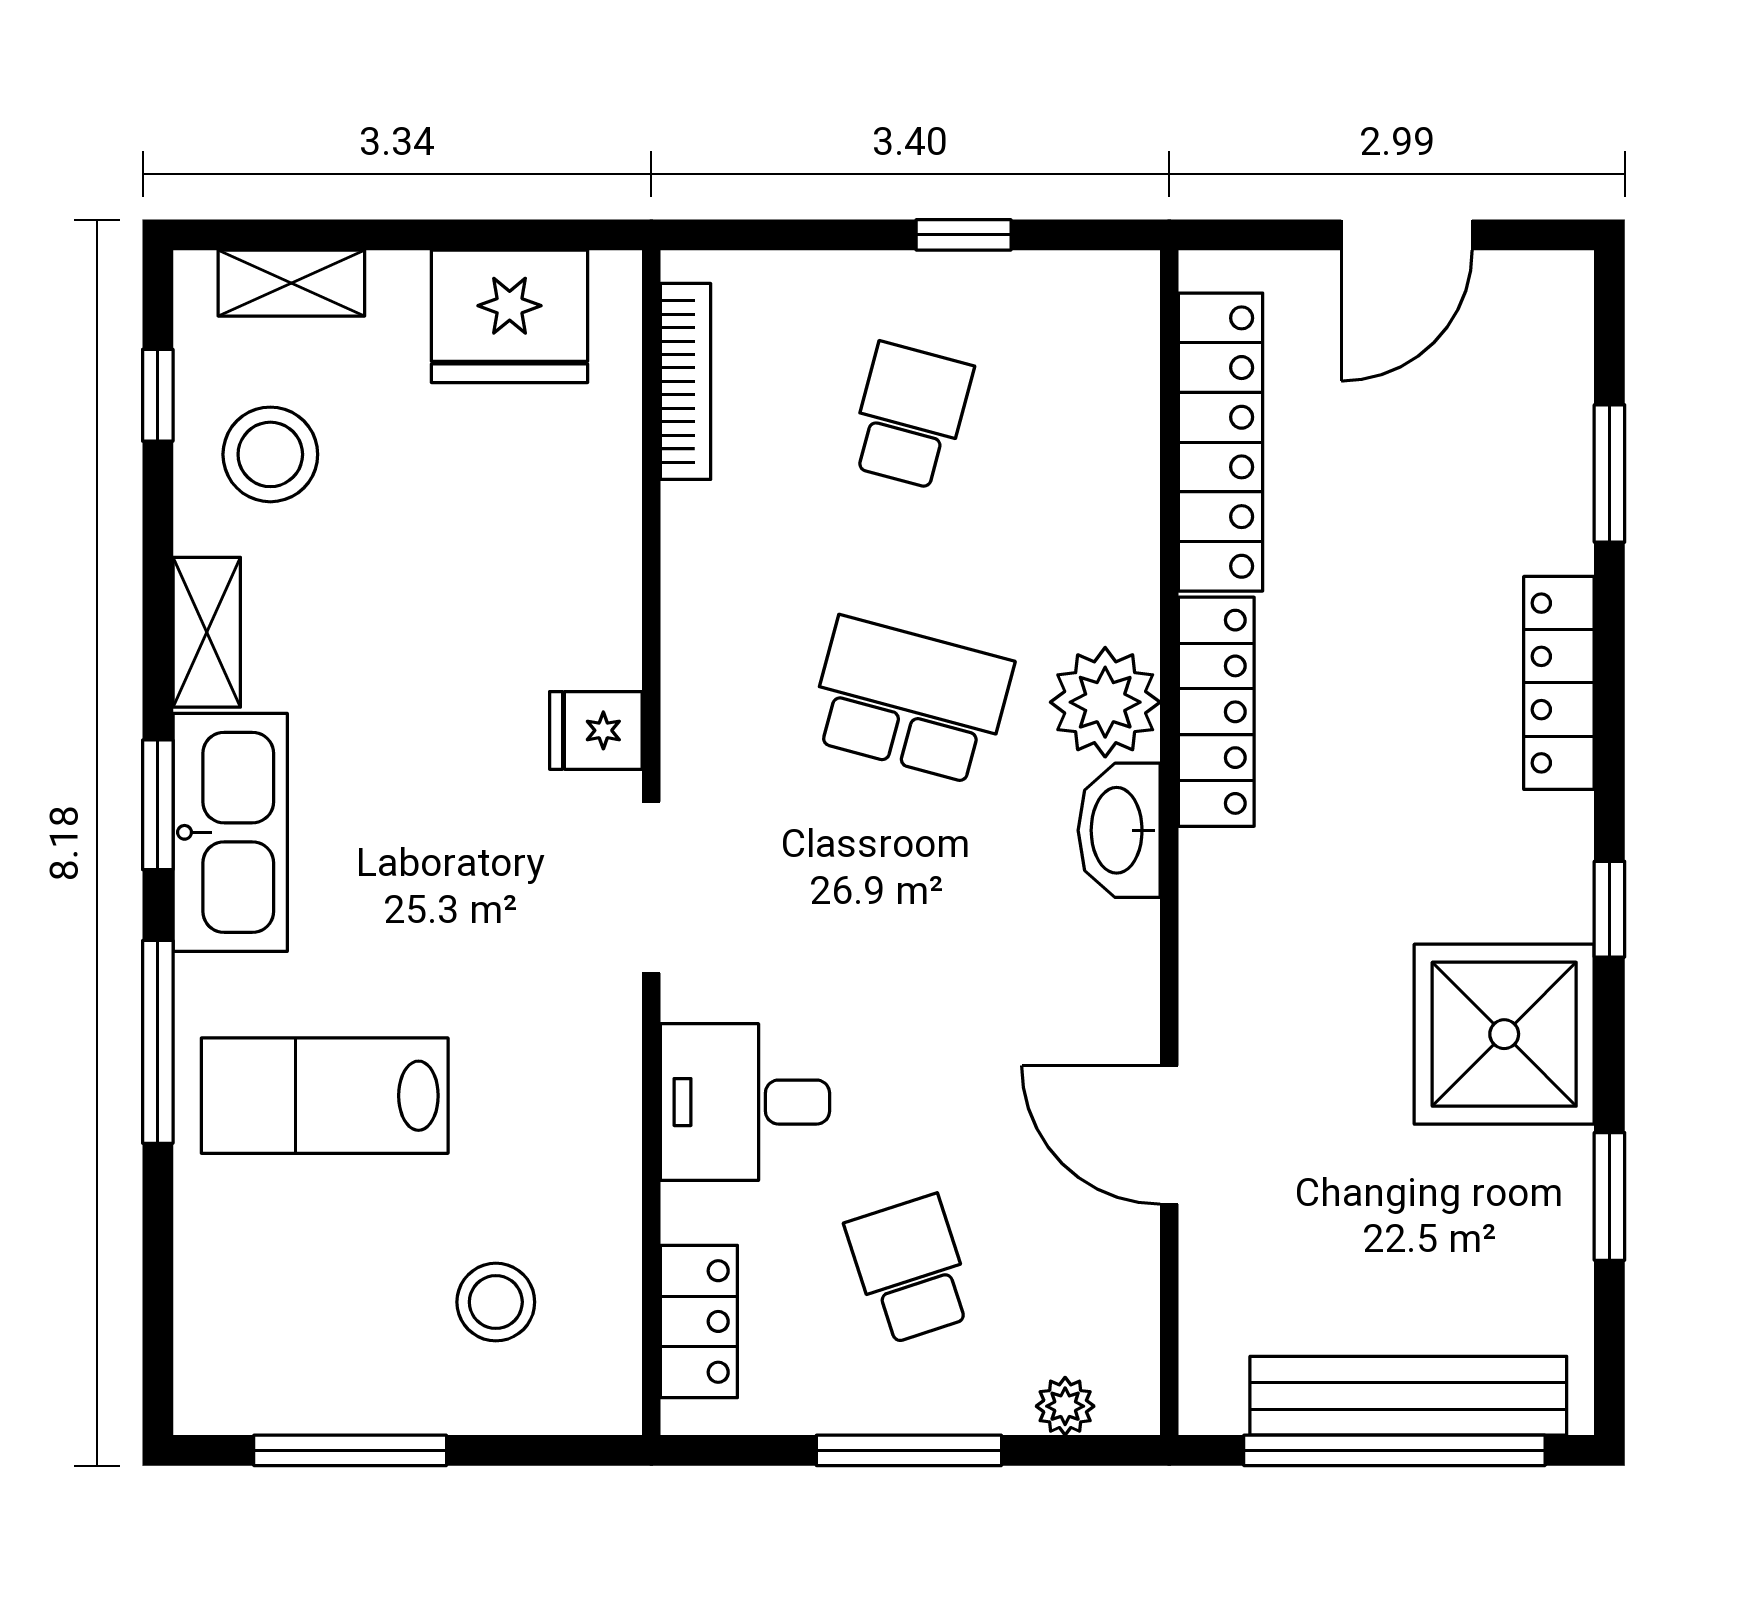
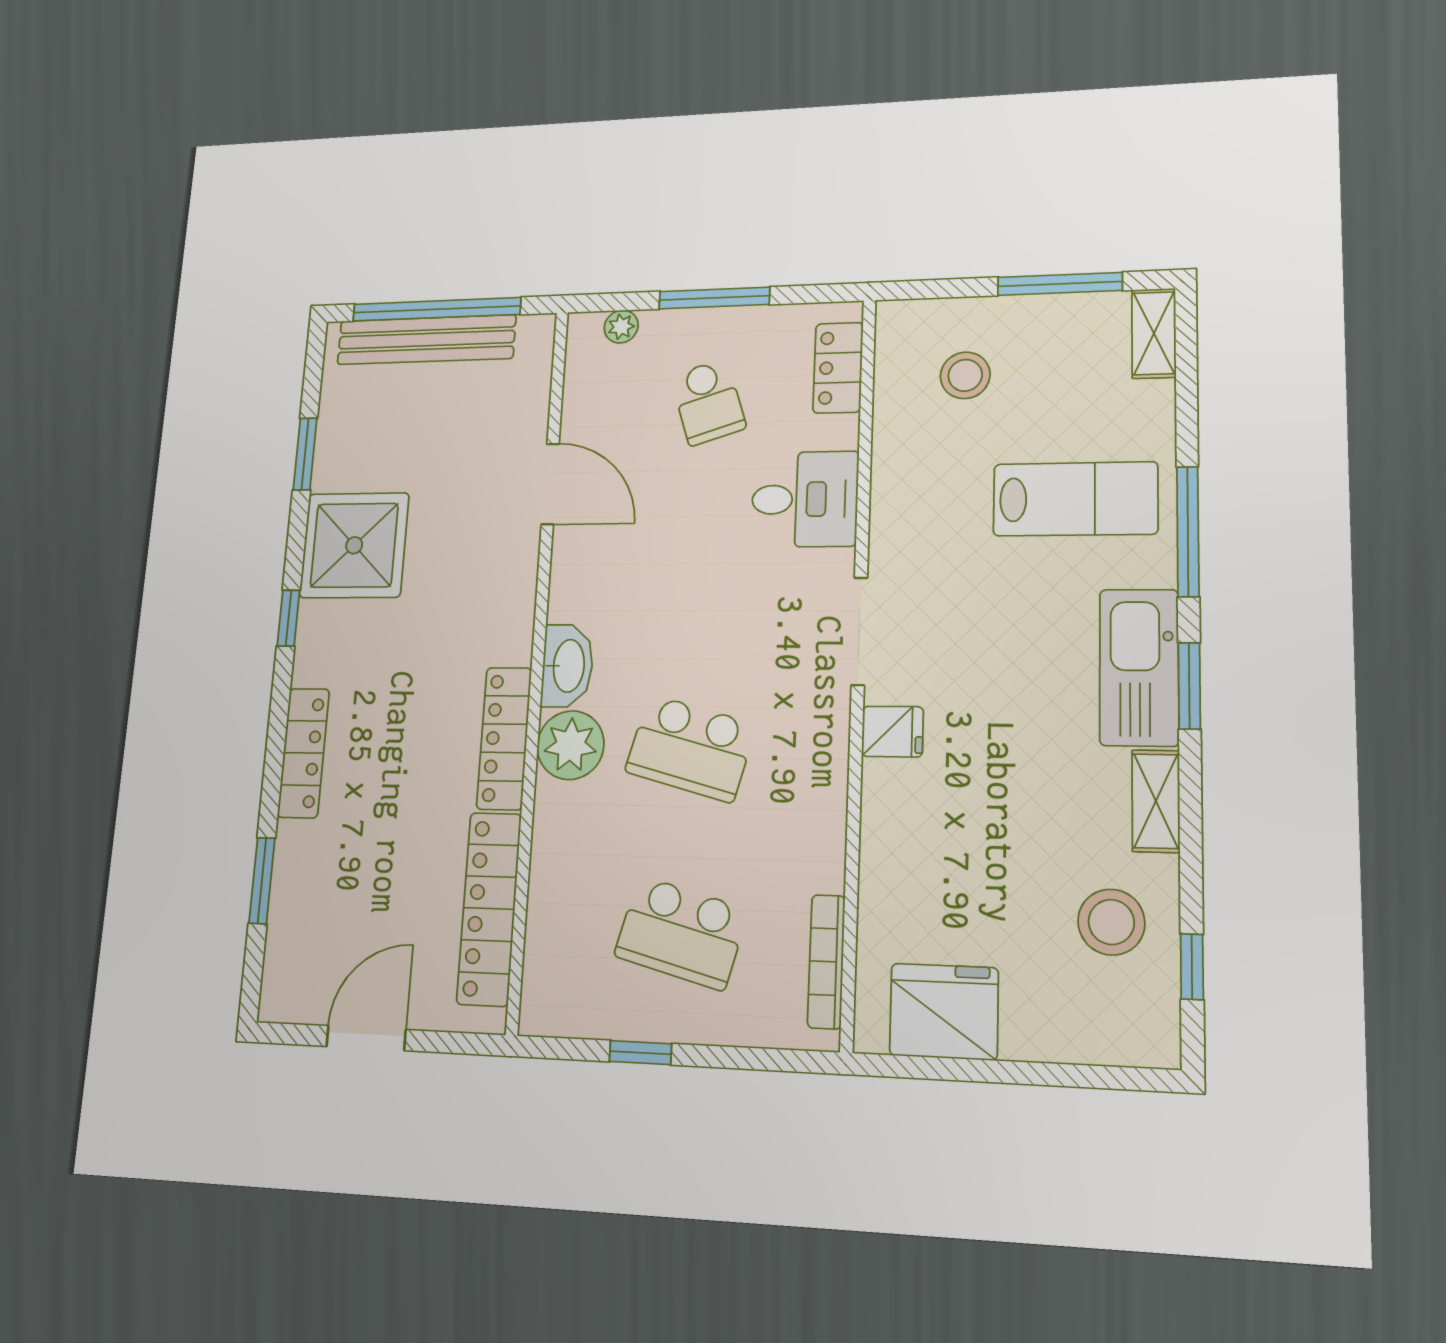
shelving: (291, 283) -> (1154, 333), moved, turned 90
school desk: (910, 416) -> (681, 933), width x1.85

